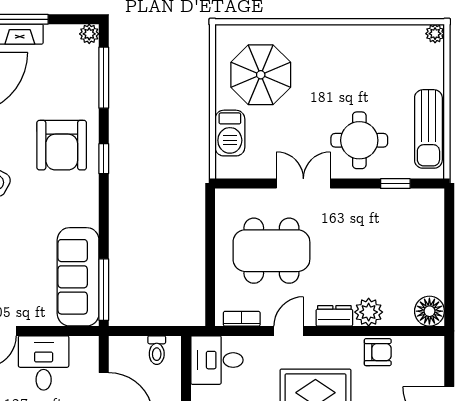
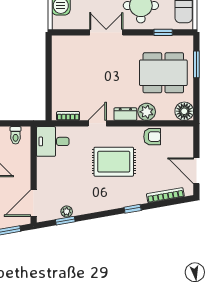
window: (449, 235) -> (196, 64), added
dining table: (271, 251) -> (163, 73), moved

